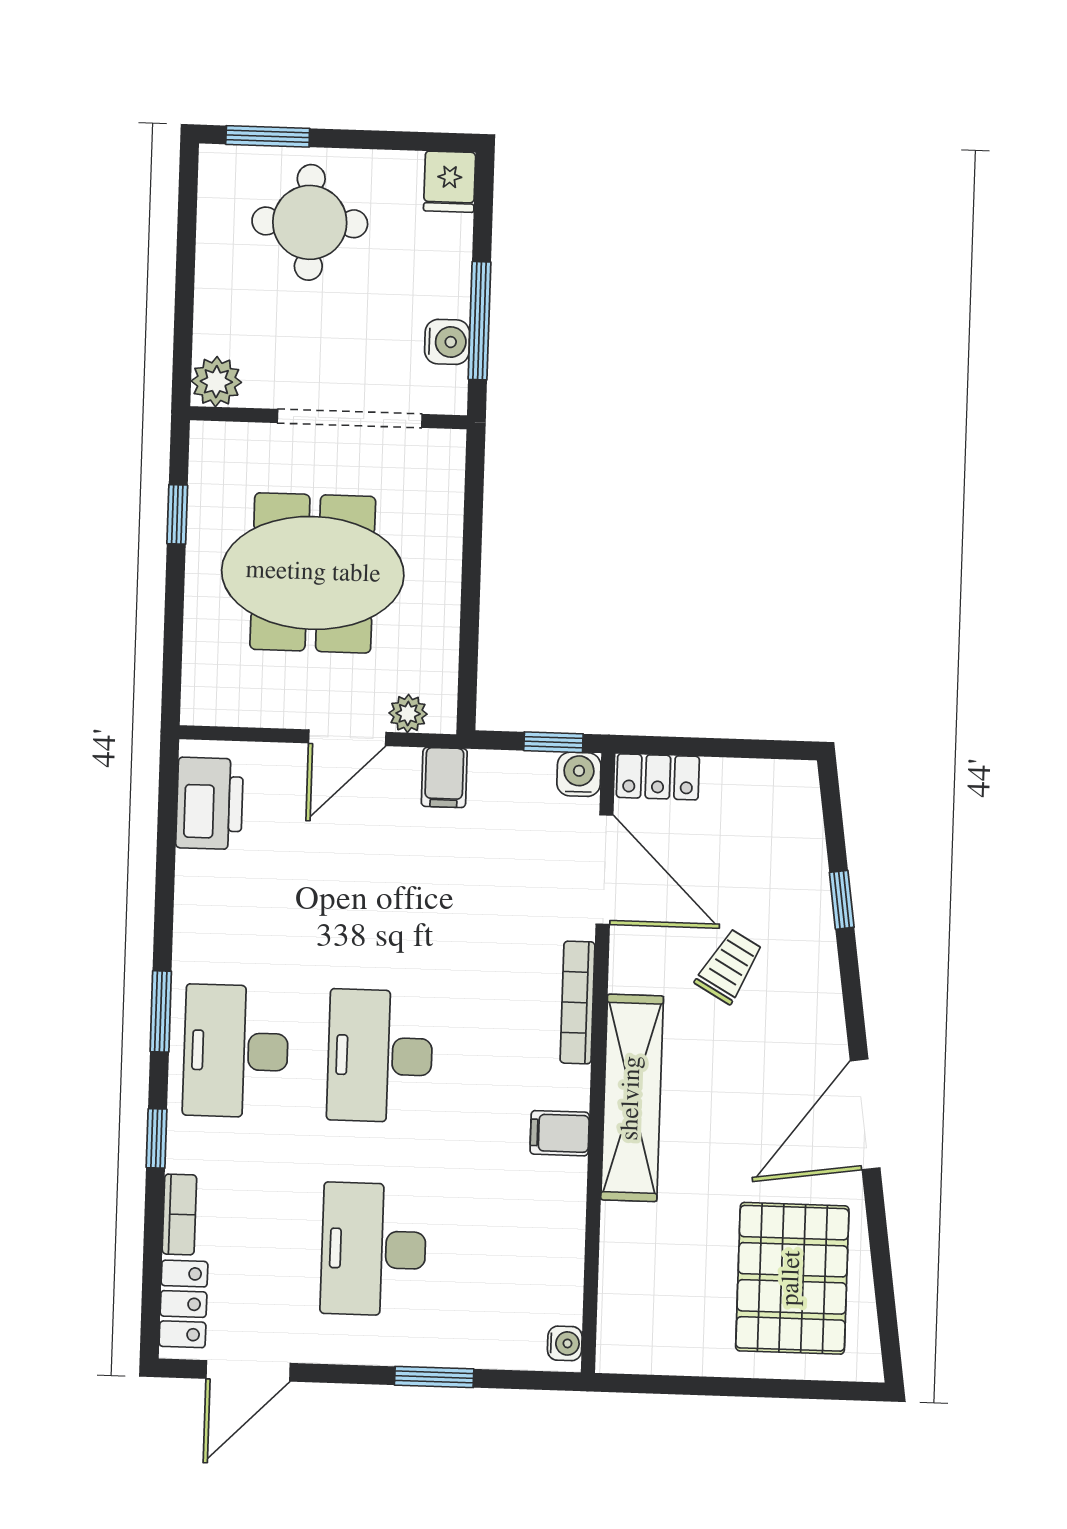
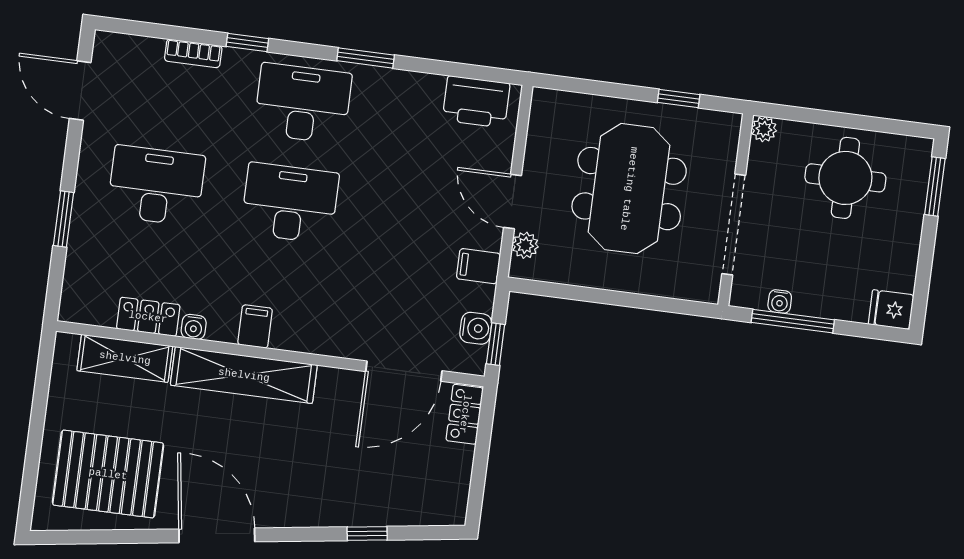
round table: (310, 222) -> (845, 178), moved
water cooler: (447, 342) -> (780, 301), width x0.72, depth x0.72
plant: (216, 382) -> (764, 129), width x0.73, depth x0.73
water cooler: (579, 774) -> (476, 328), moved
trolley: (729, 966) -> (329, 451), removed
bookcase: (578, 1002) -> (314, 343), removed
window: (161, 1011) -> (366, 58), moved
filing cabinet: (560, 1133) -> (255, 326), moved
shelving: (625, 1270) -> (125, 358), added
locker: (183, 1304) -> (148, 317), moved, turned 180
water cooler: (565, 1343) -> (194, 327), moved

